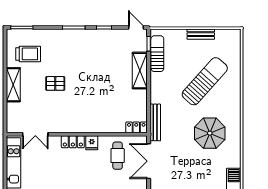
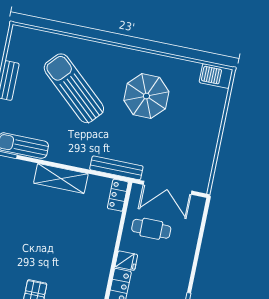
shelving: (140, 71) -> (61, 178), moved

